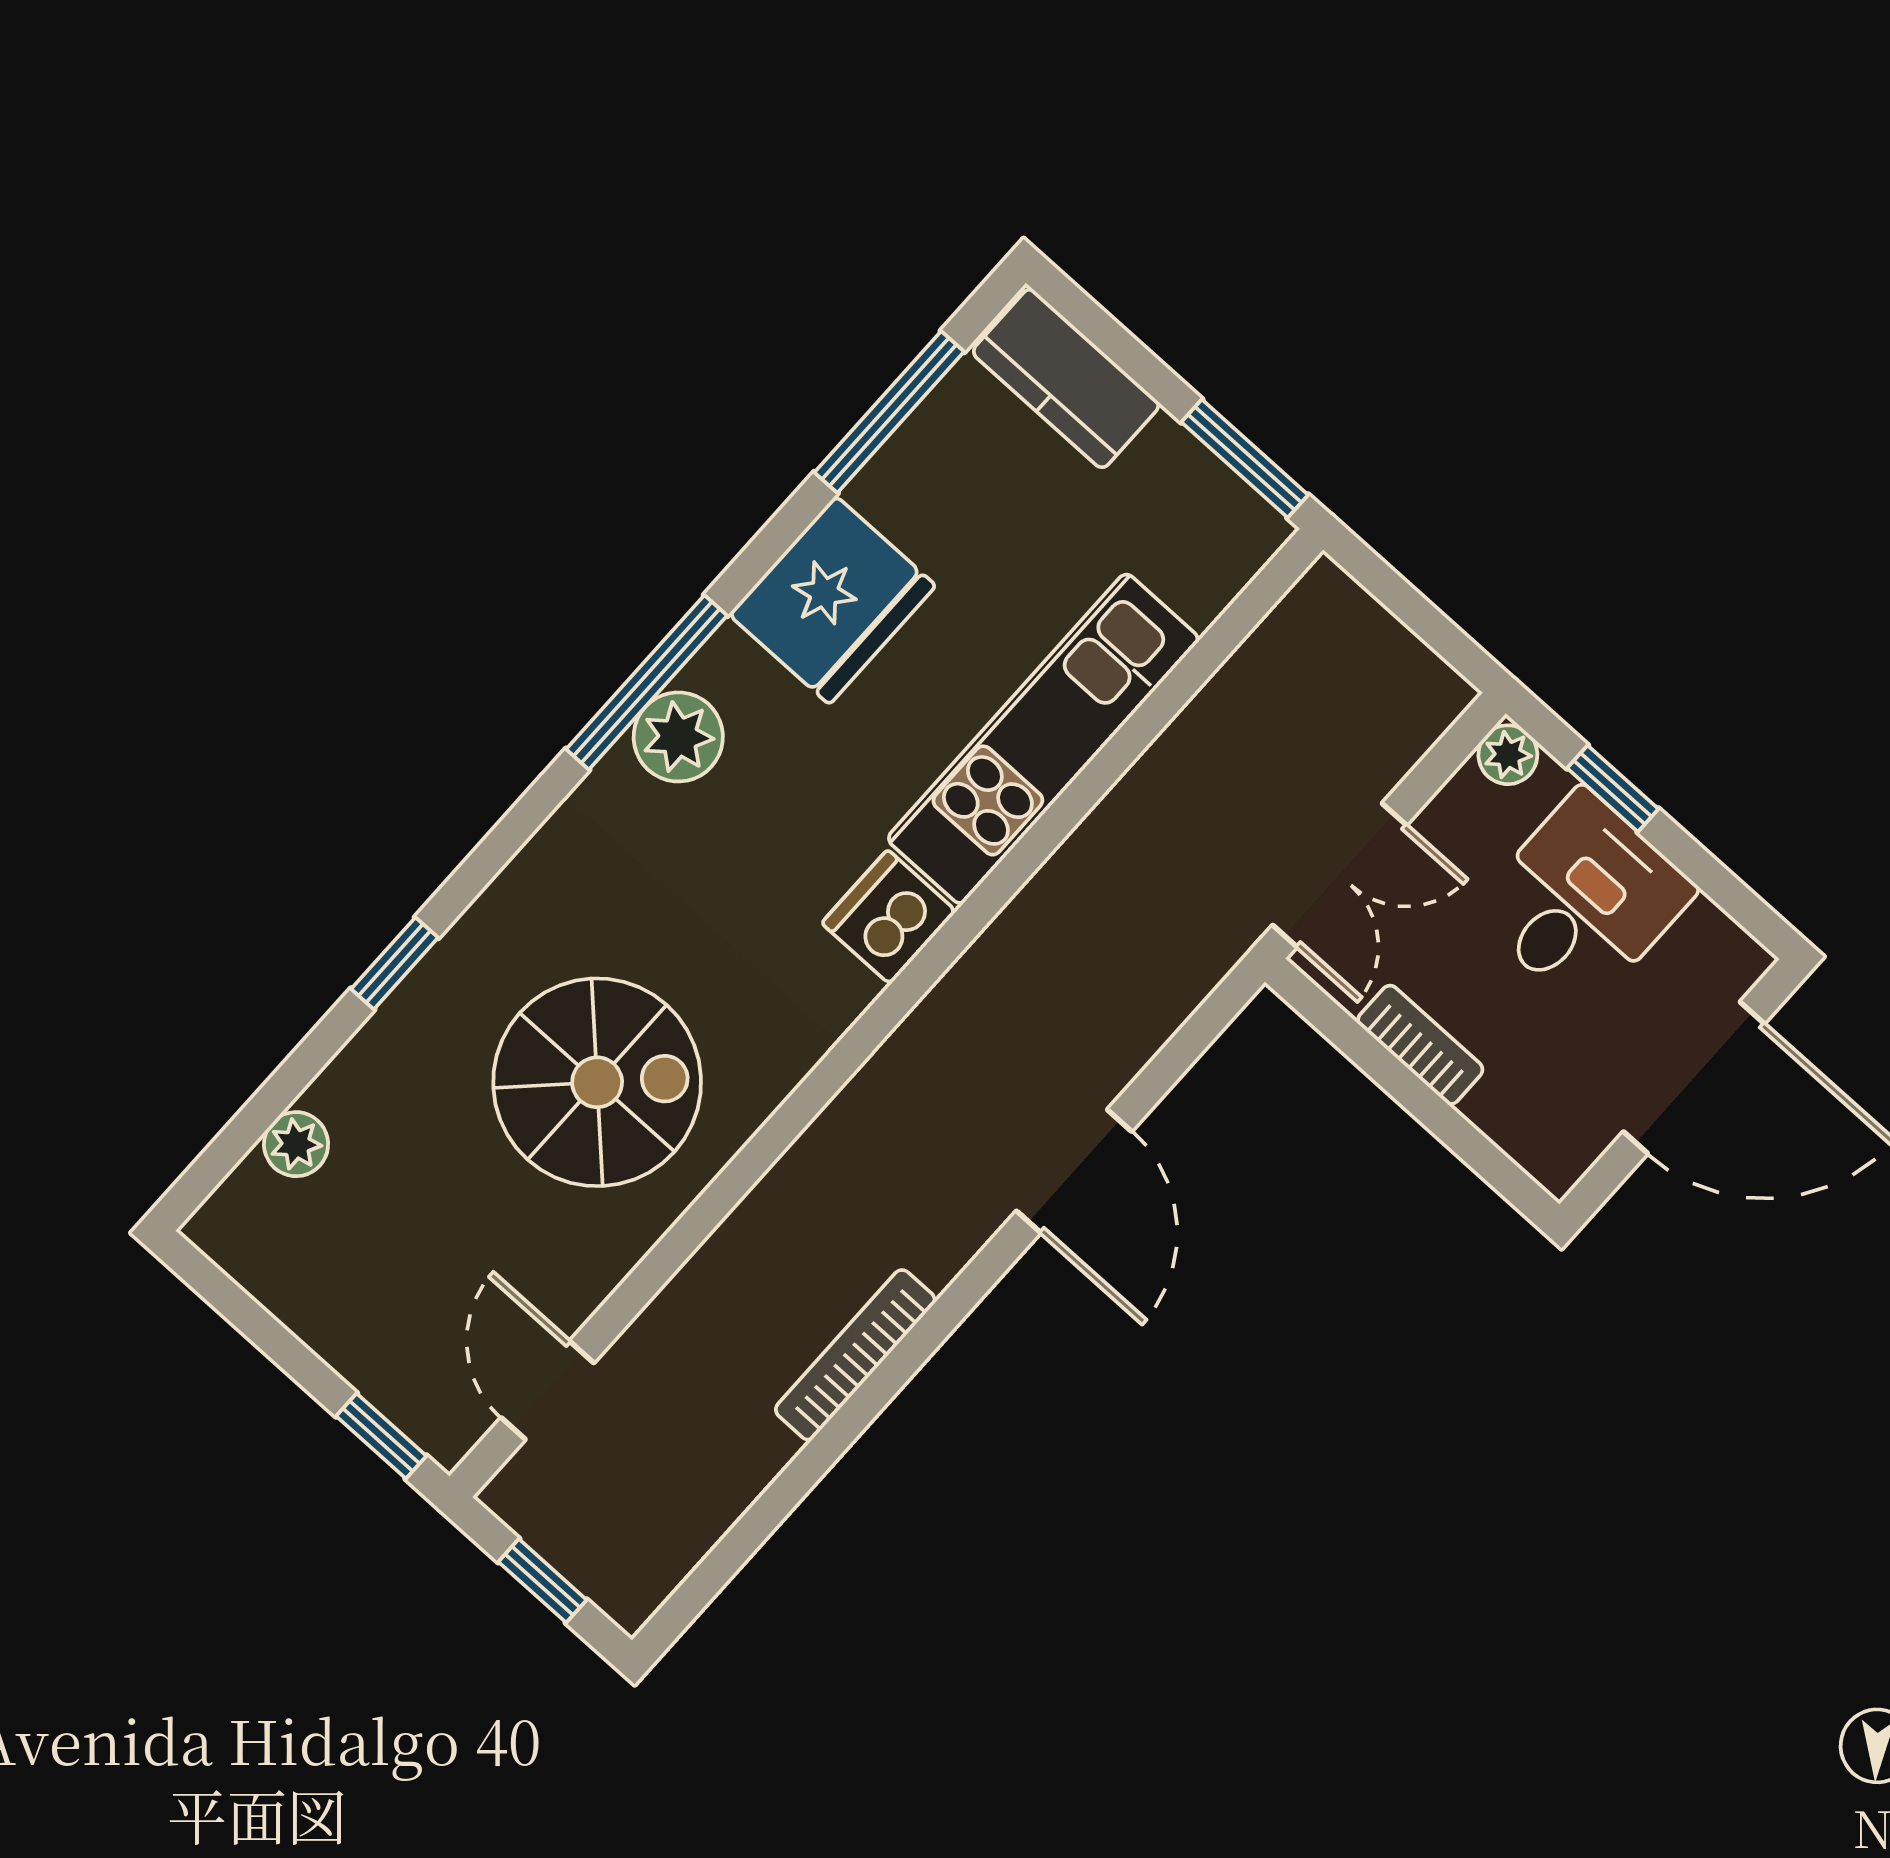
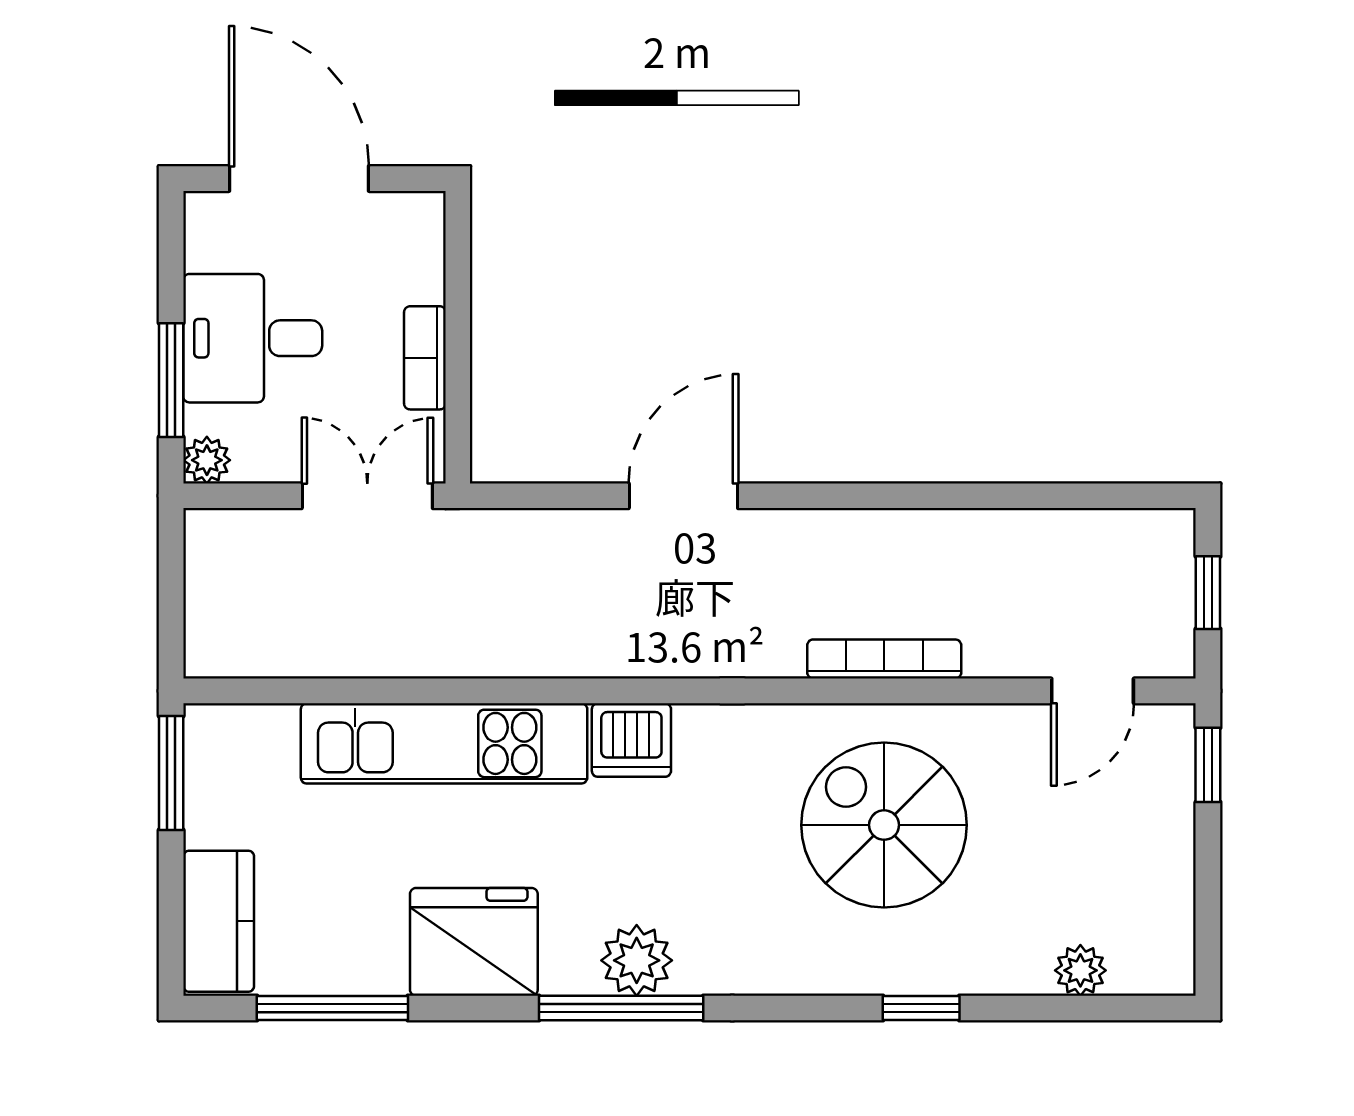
window: (1613, 789) -> (171, 380), width x1.50
bookcase: (855, 1355) -> (884, 659), moved, turned 180

